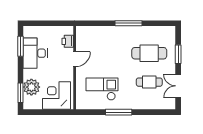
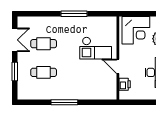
cafe table: (149, 53) -> (44, 72), width x0.73, depth x0.74
door: (75, 59) -> (118, 66), hinge flipped
checkout: (102, 89) -> (96, 48), moved

